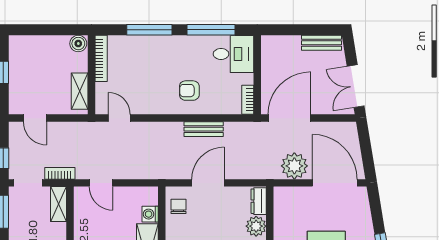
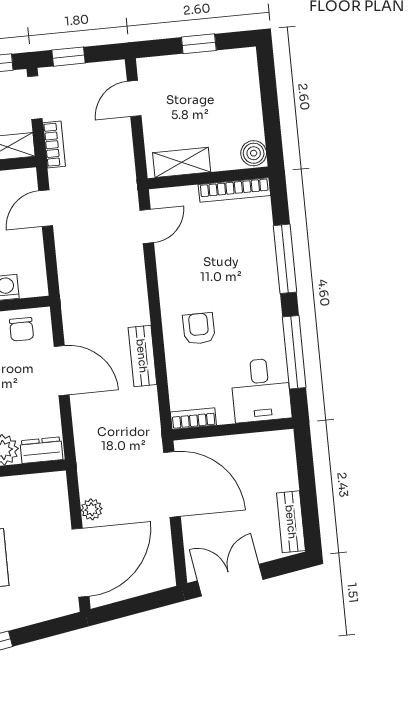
plant: (294, 166) -> (92, 509), width x0.53, depth x0.53
chair: (178, 206) -> (22, 329), turned 90

